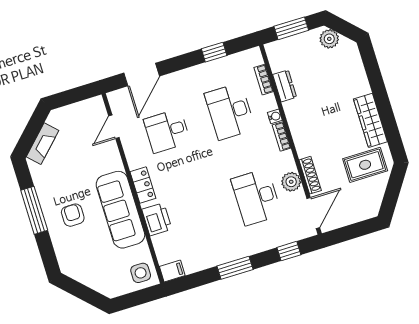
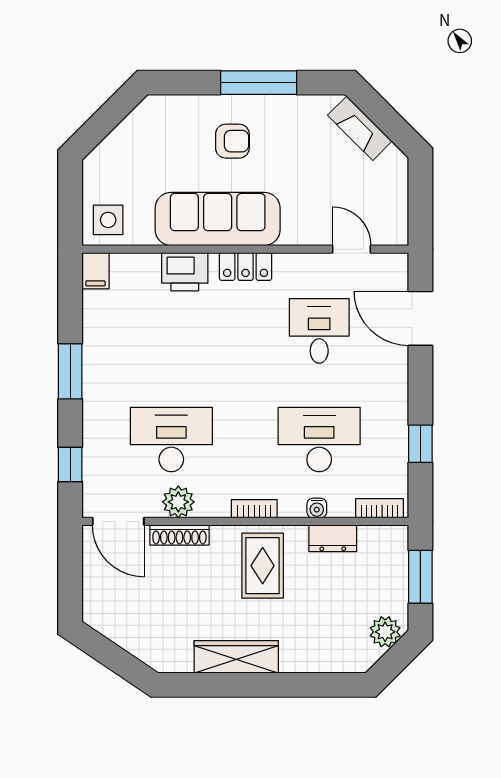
bookcase: (264, 80) -> (380, 508), moved
water cooler: (275, 116) -> (317, 508), moved
rug: (365, 165) -> (263, 566), moved

